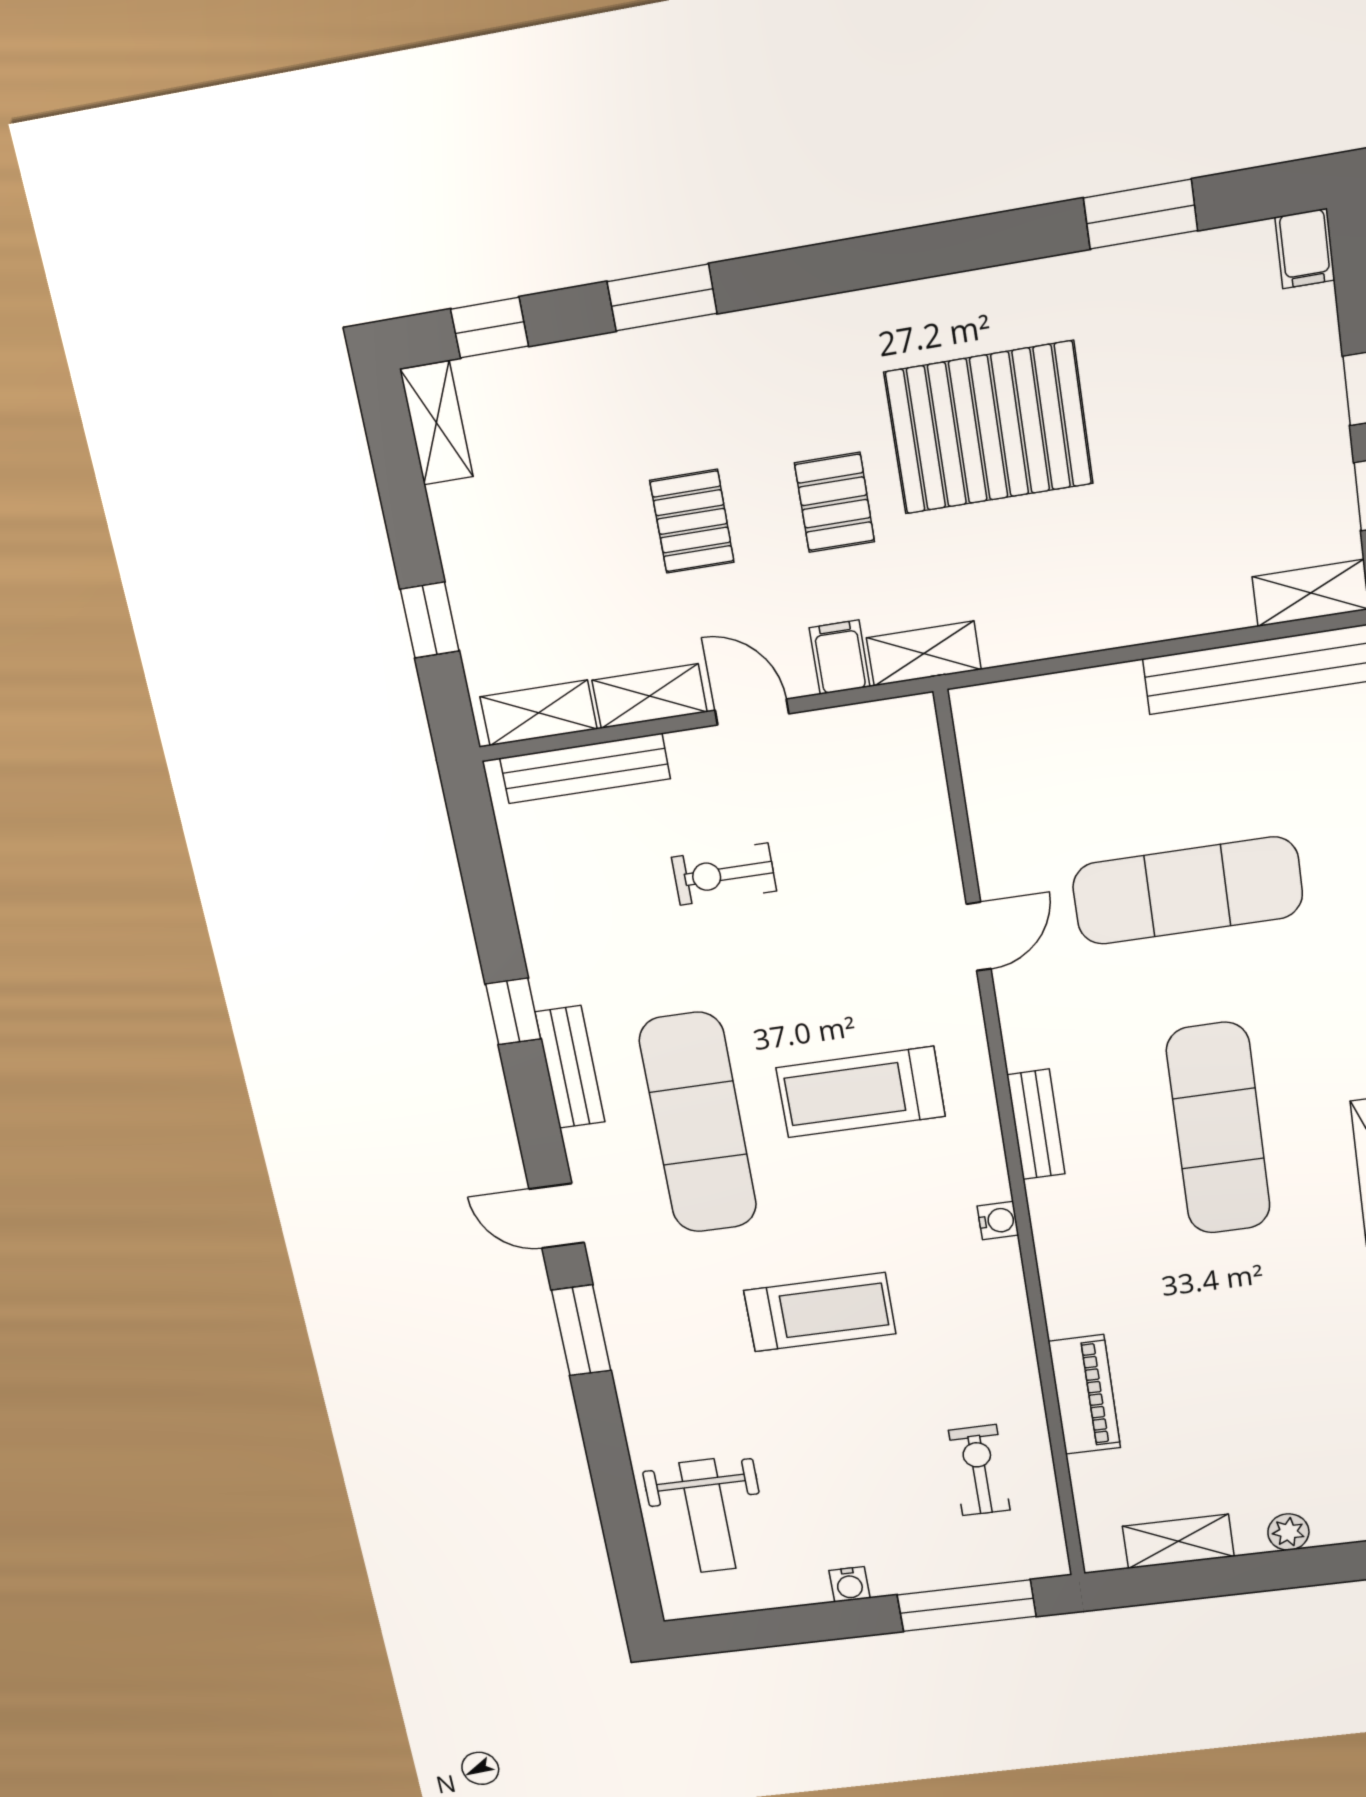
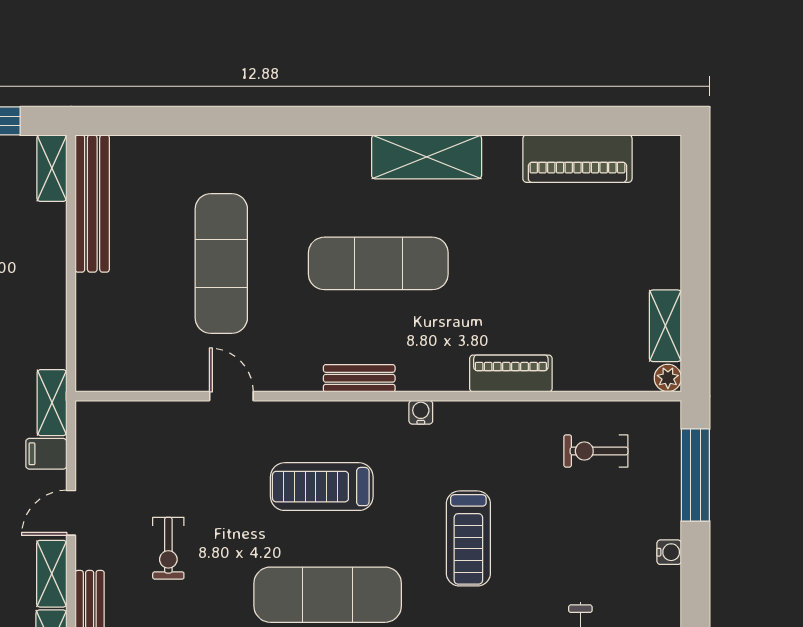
treadmill: (861, 1092) -> (322, 487), turned 90
treadmill: (820, 1312) -> (468, 538), turned 180
piano: (1085, 1395) -> (511, 373), moved
plant: (1288, 1532) -> (668, 378), moved

